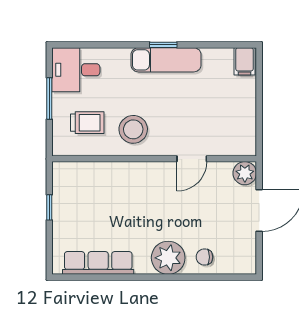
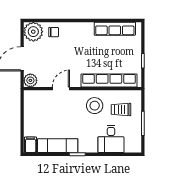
exam couch: (166, 60) -> (58, 146), moved
desk: (76, 70) -> (111, 139), moved, turned 90
row of seats: (108, 173) -> (109, 80), added
plant: (168, 258) -> (33, 32), moved

